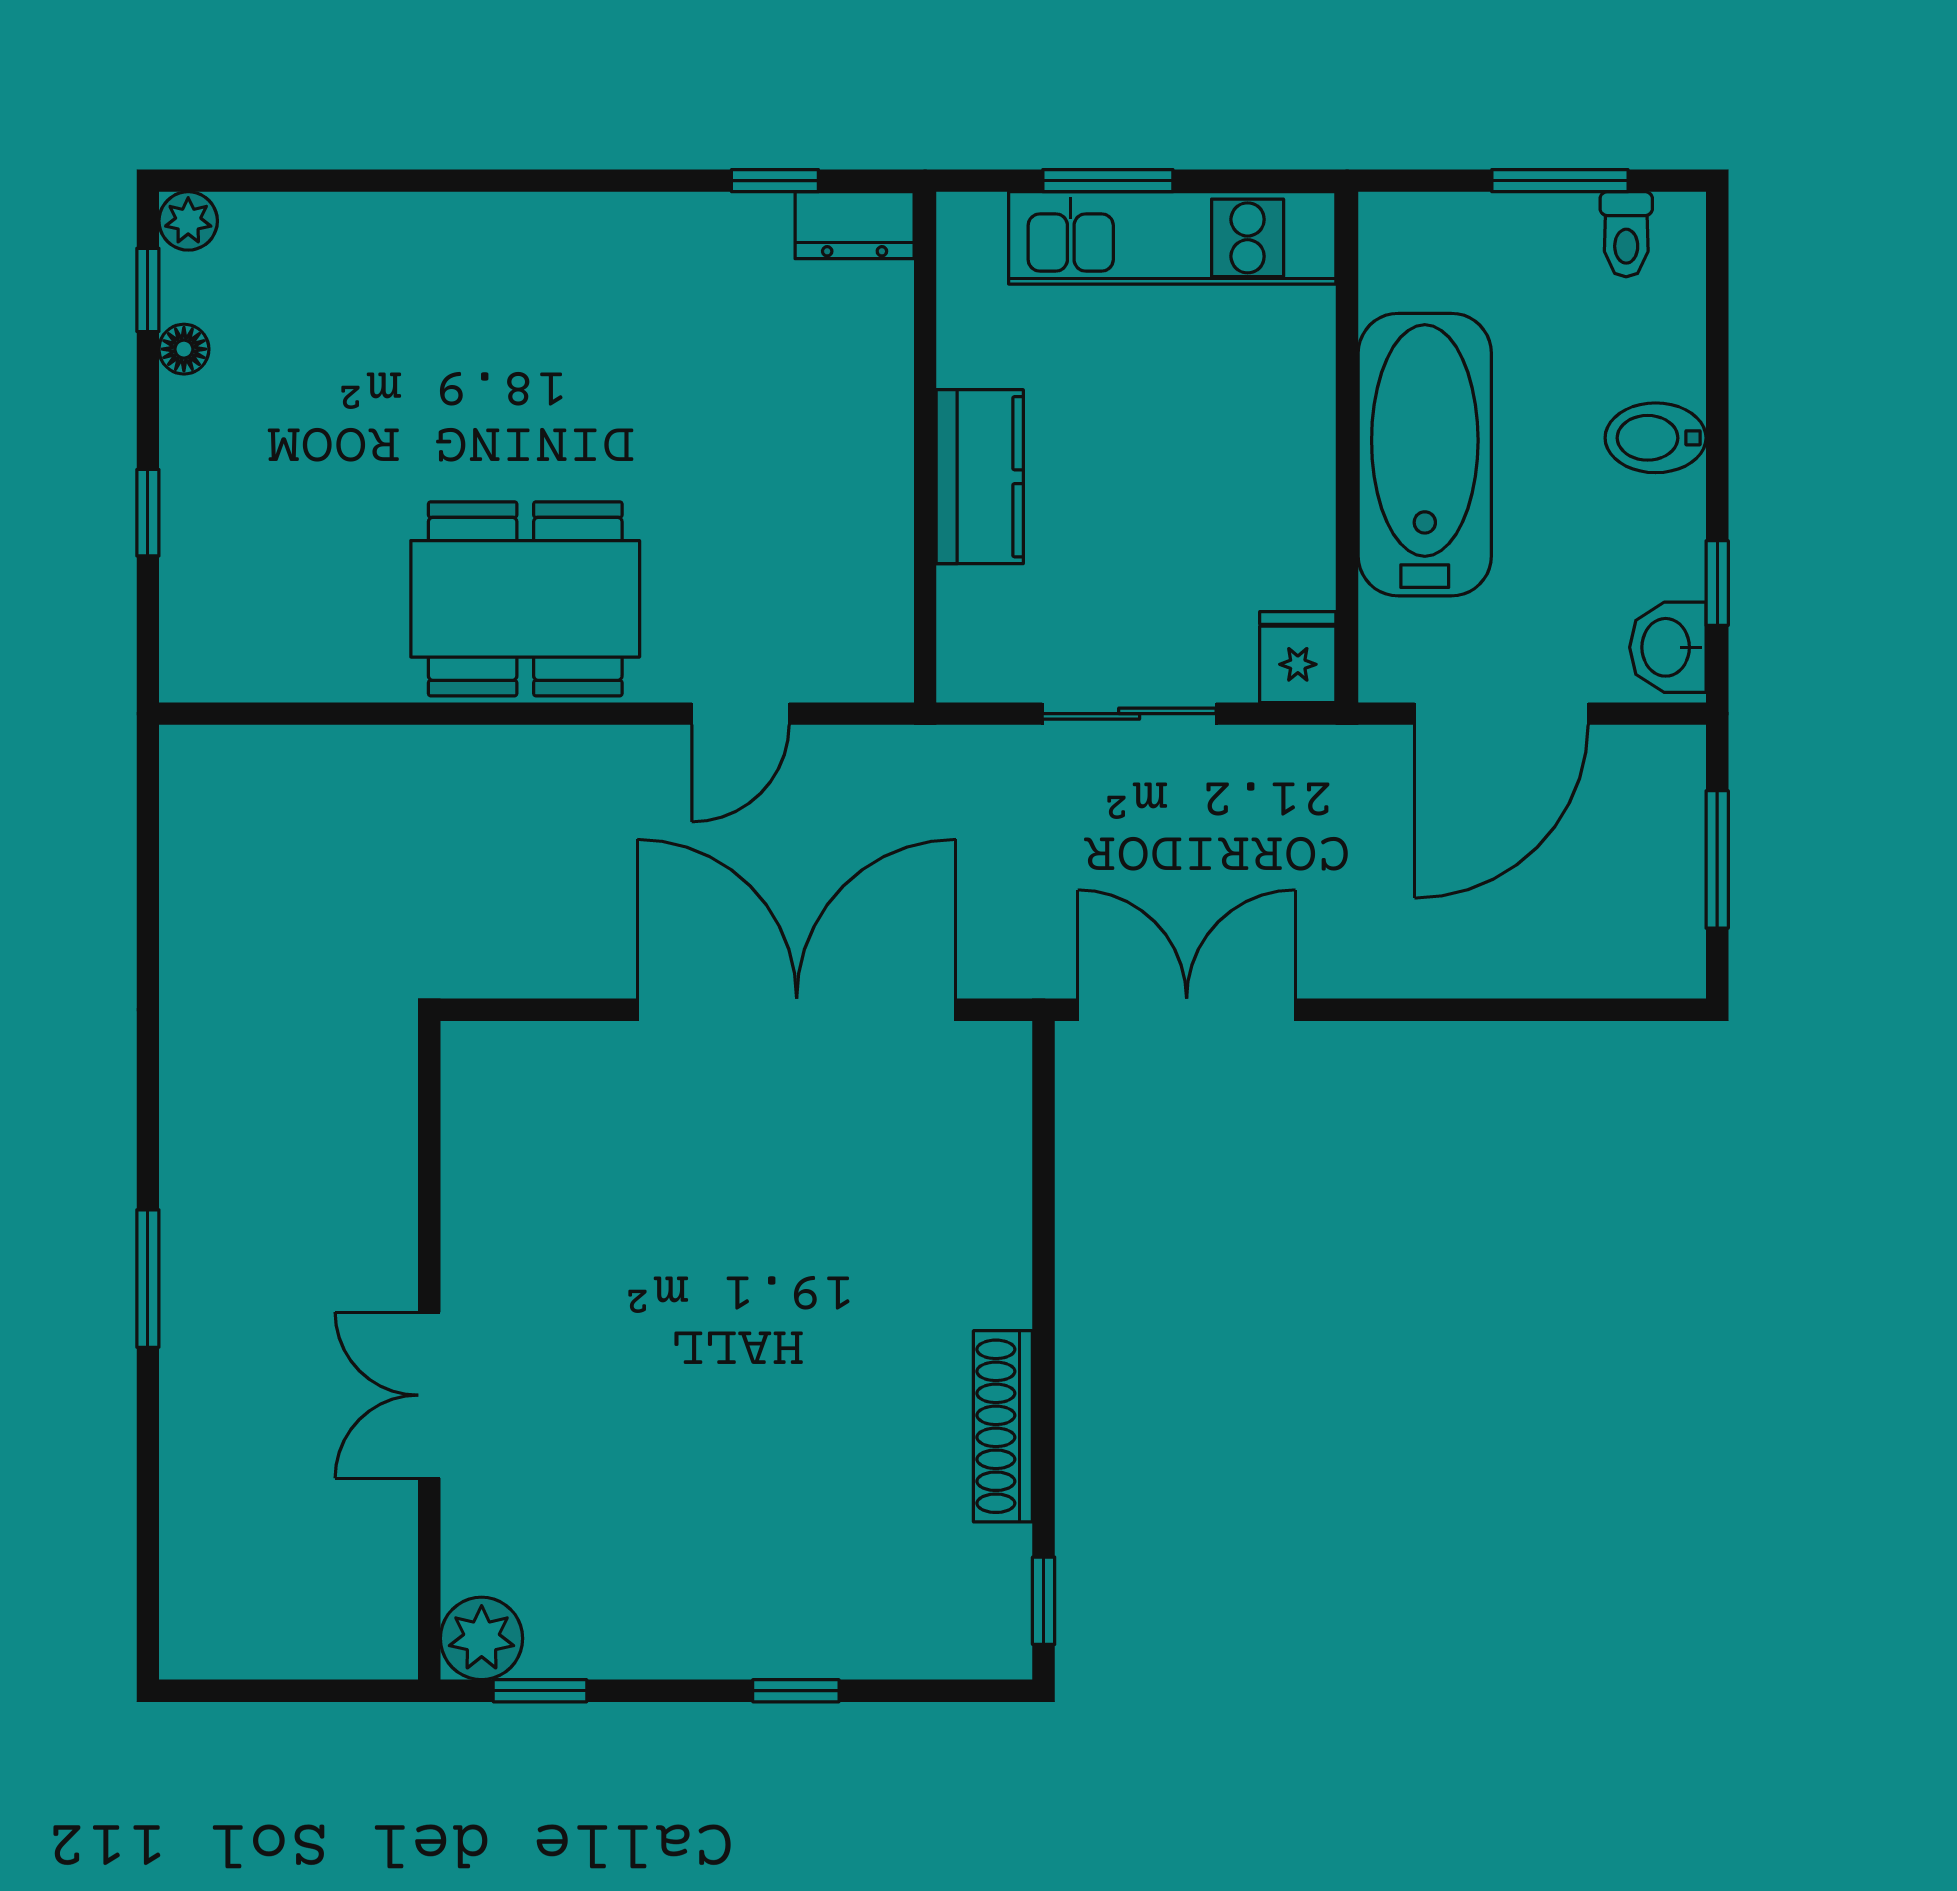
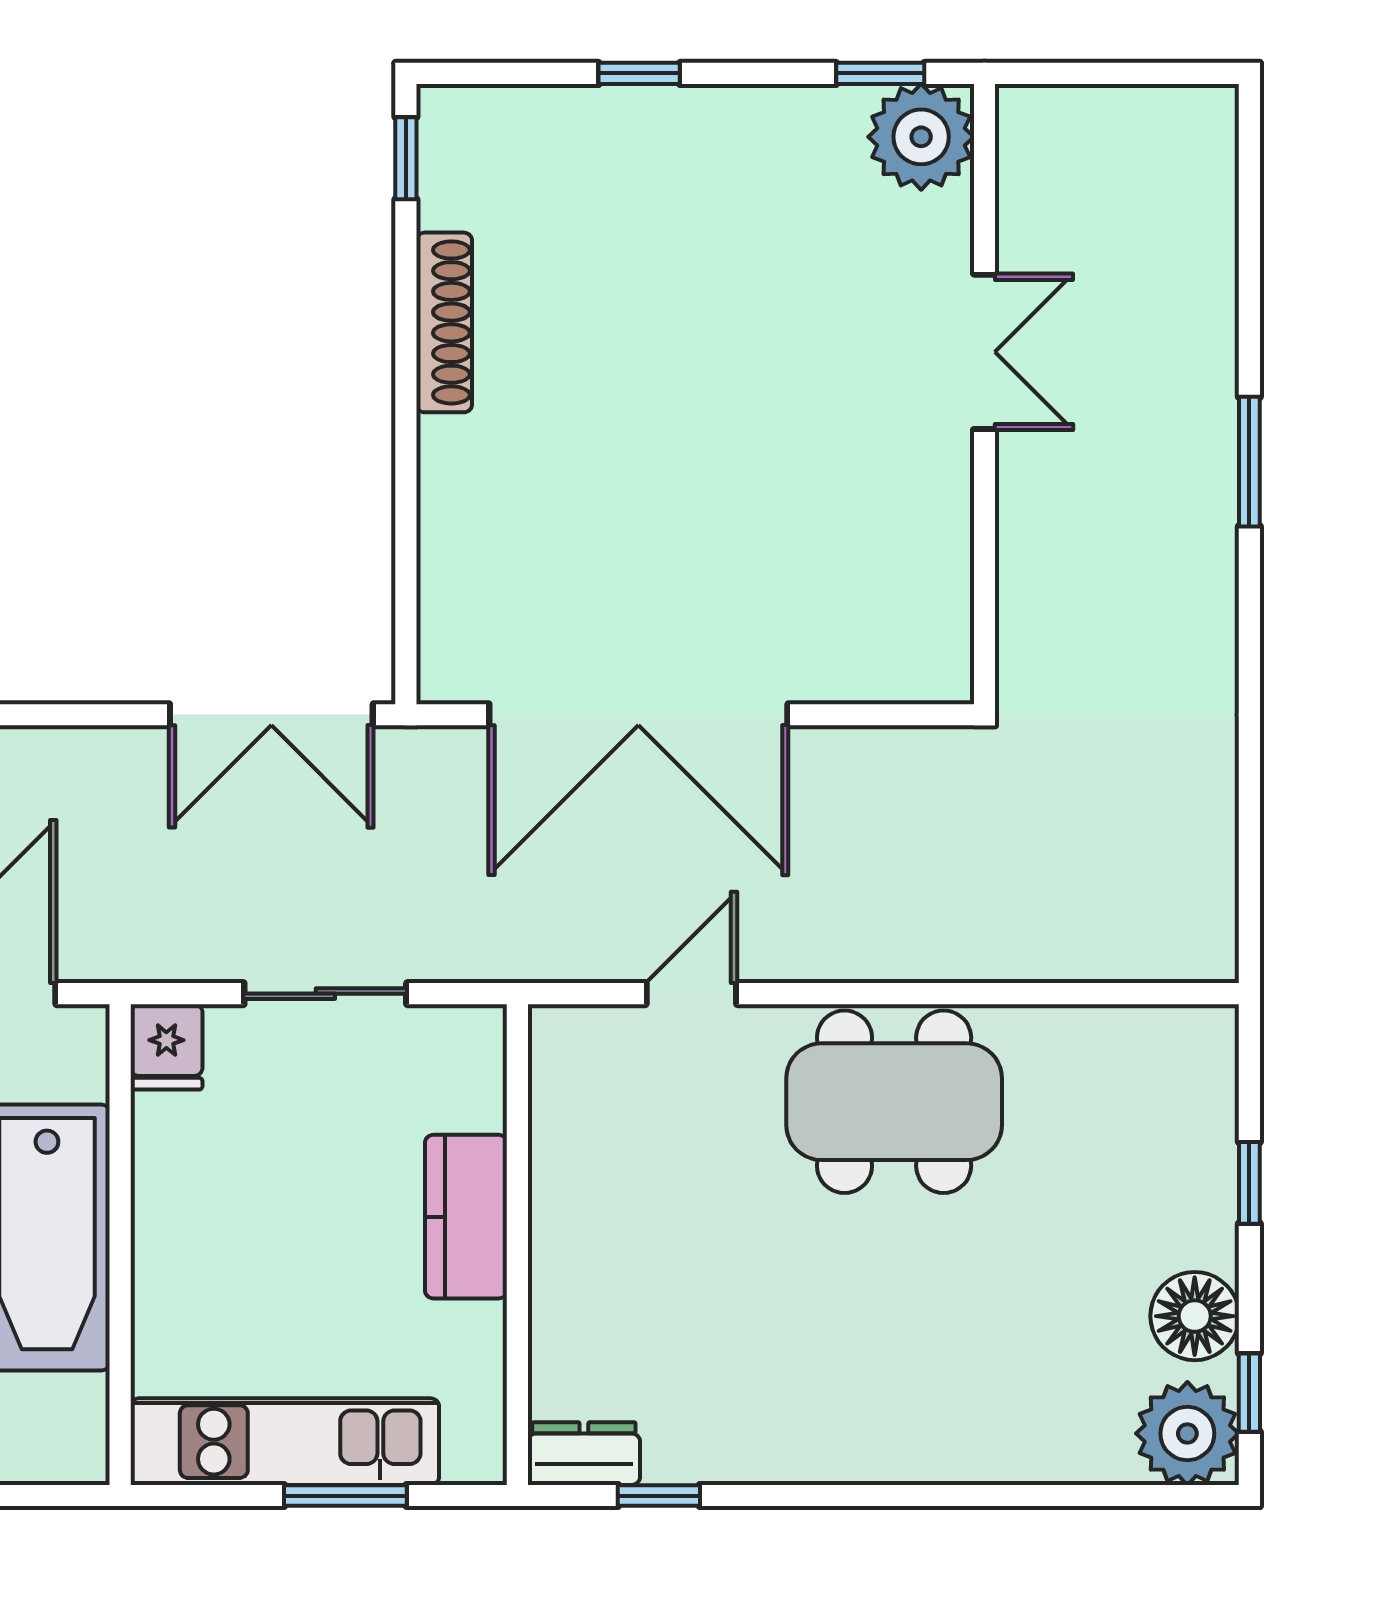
plant: (188, 221) -> (1187, 1433), width x1.88, depth x1.88
floor lamp: (184, 349) -> (1195, 1316), width x1.89, depth x1.89
plant: (482, 1638) -> (921, 137), width x1.36, depth x1.36

